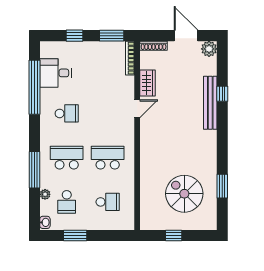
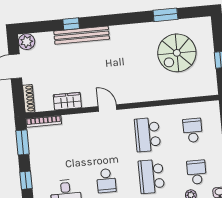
door: (137, 109) -> (107, 108), moved
school desk: (67, 113) -> (106, 181), turned 180
school desk: (67, 202) -> (197, 172), turned -90

